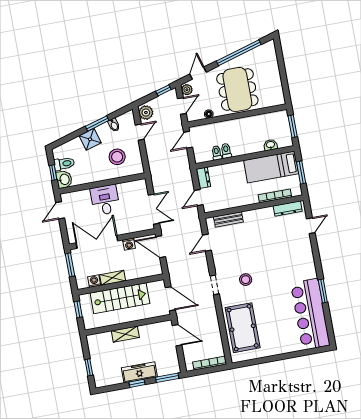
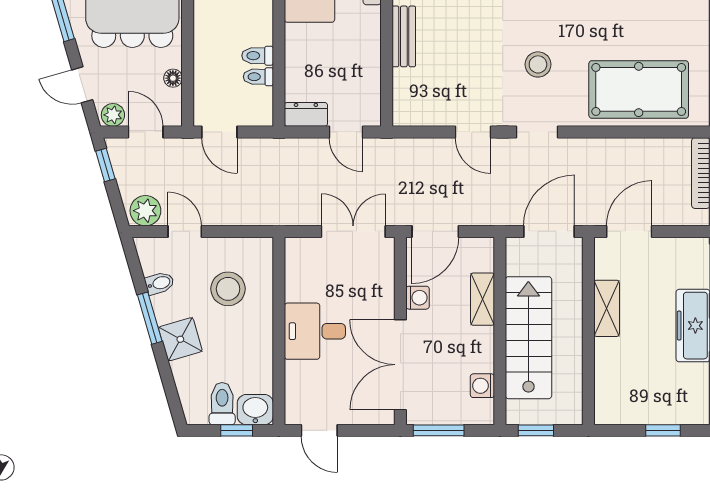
bench: (228, 219) -> (404, 36), moved
door: (207, 243) -> (473, 132), moved
shelving: (113, 278) -> (483, 299), moved
shelving: (125, 334) -> (607, 308), moved

